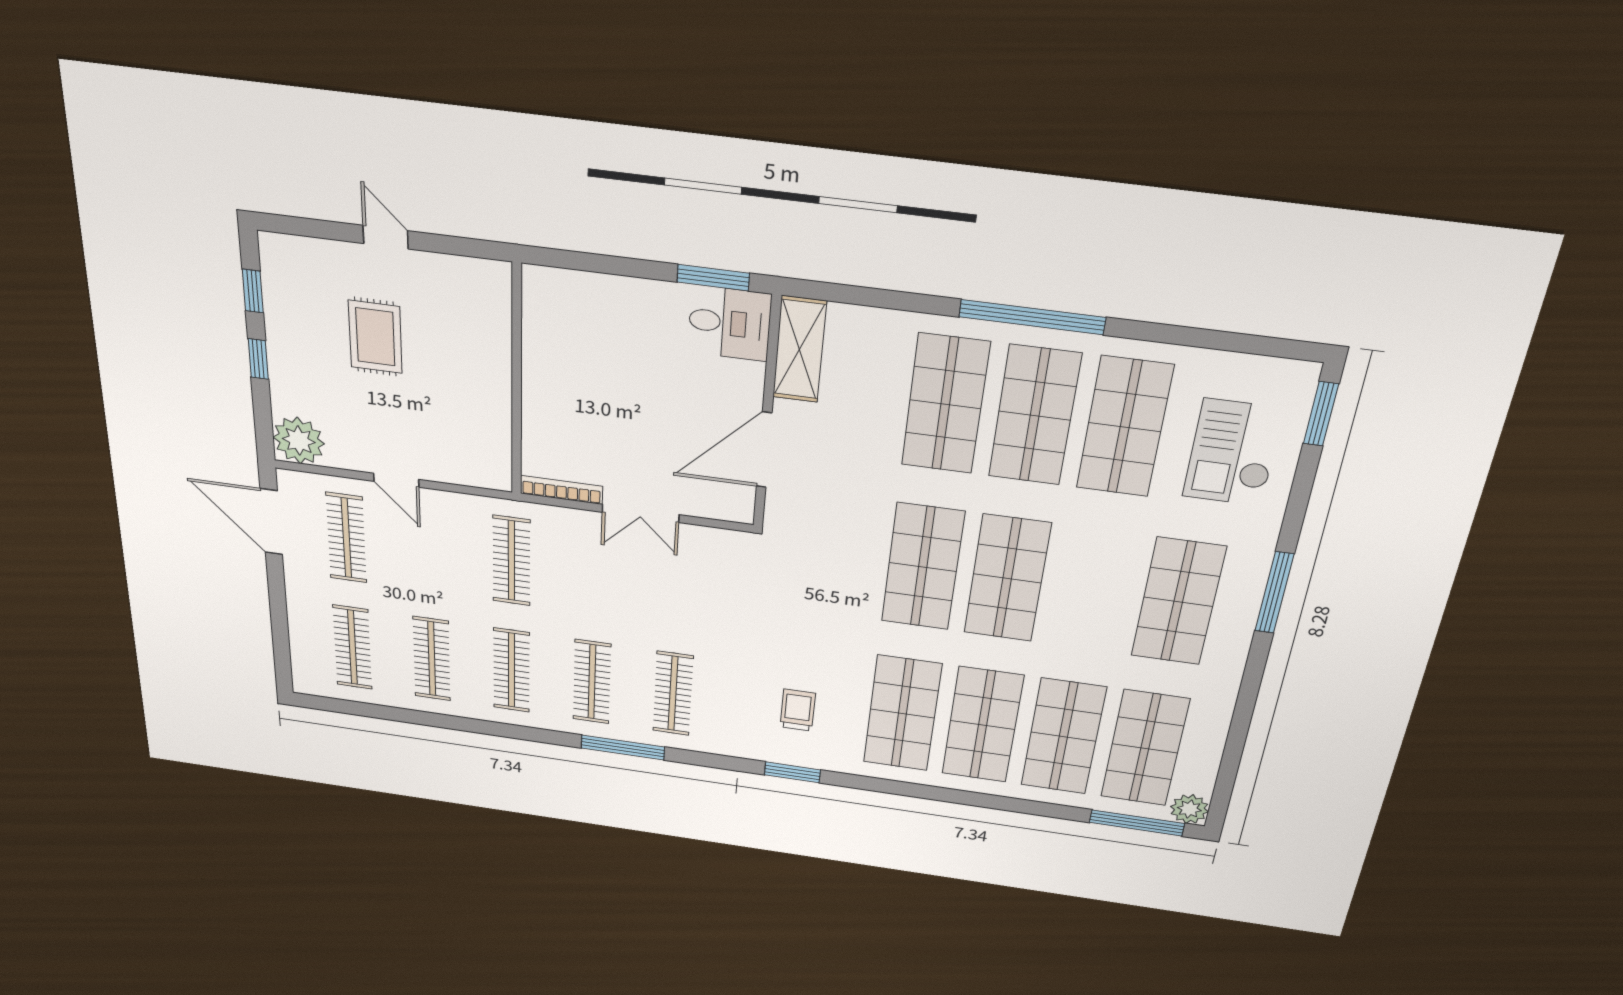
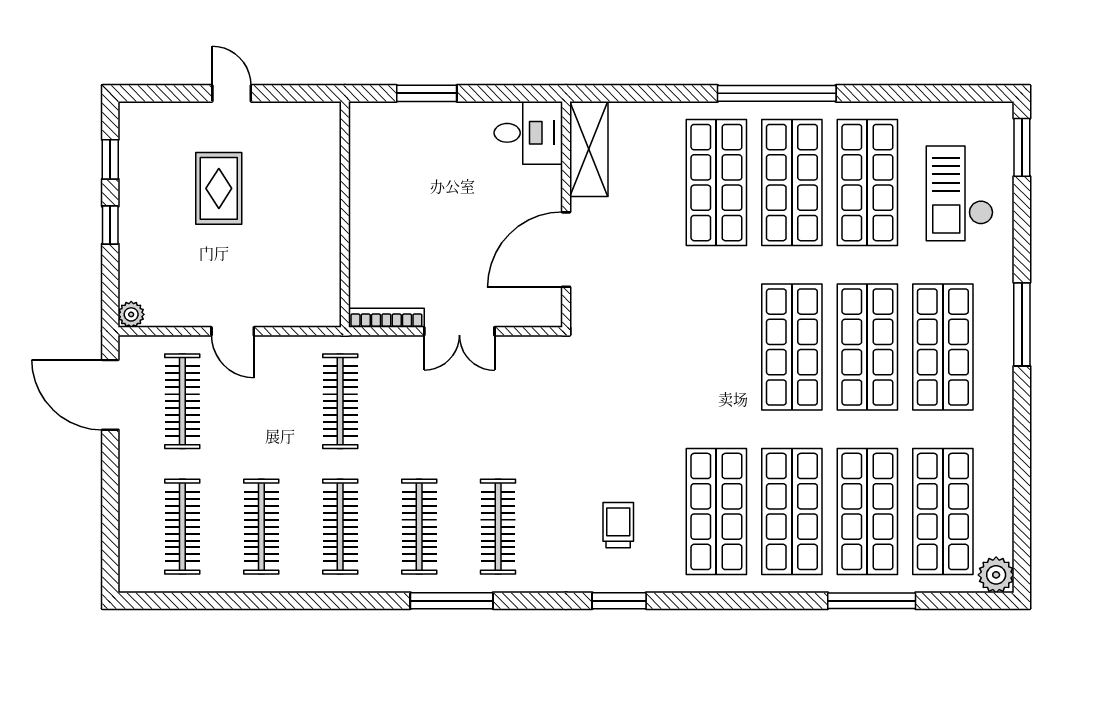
window: (713, 278) -> (427, 93), moved
plant: (299, 440) -> (131, 314), width x0.53, depth x0.53
shop shelf: (923, 567) -> (867, 347), moved
window: (1137, 823) -> (872, 601), moved

